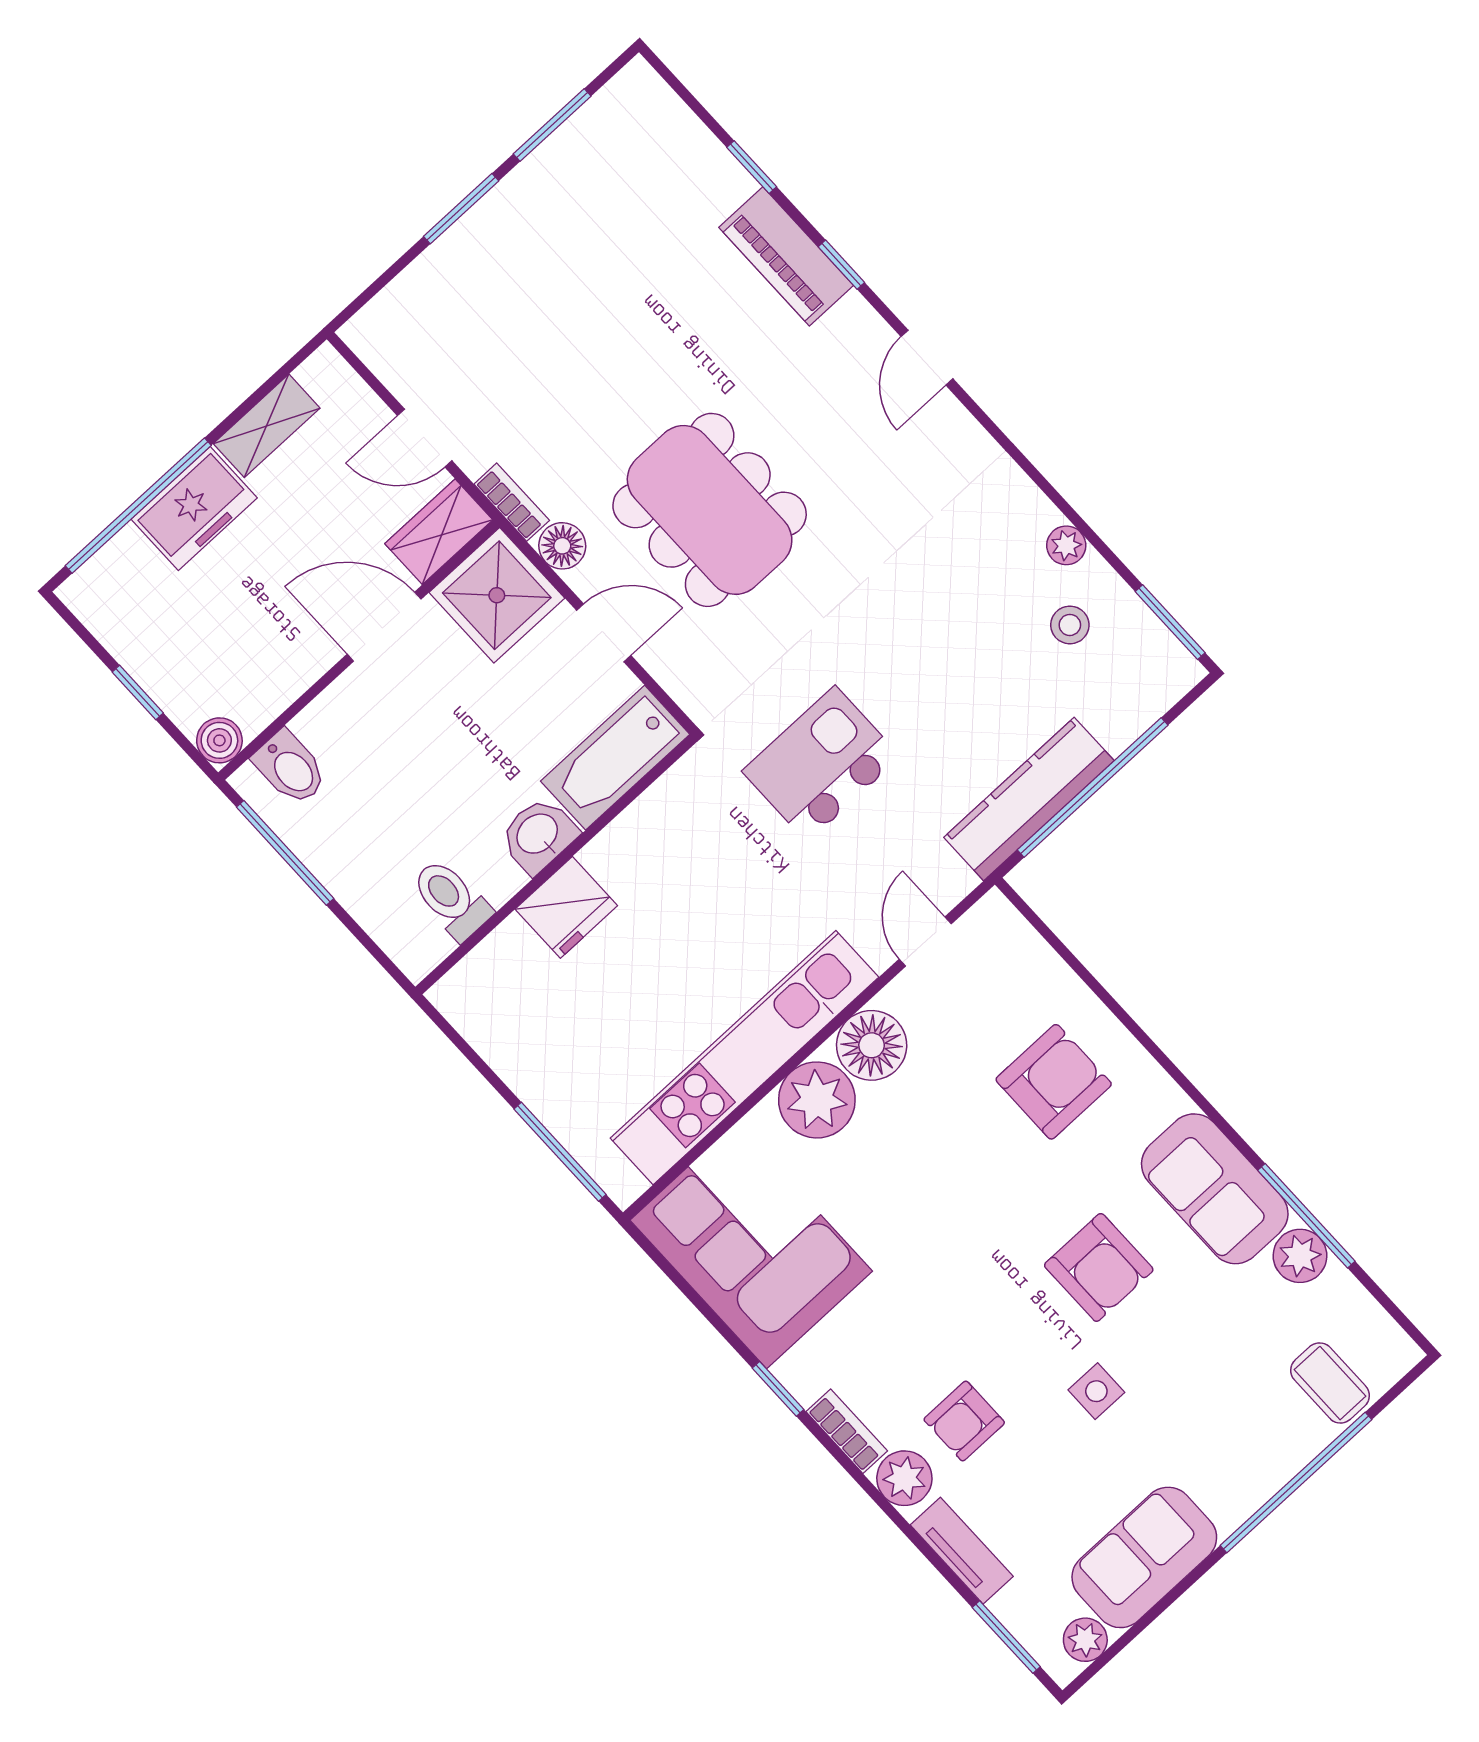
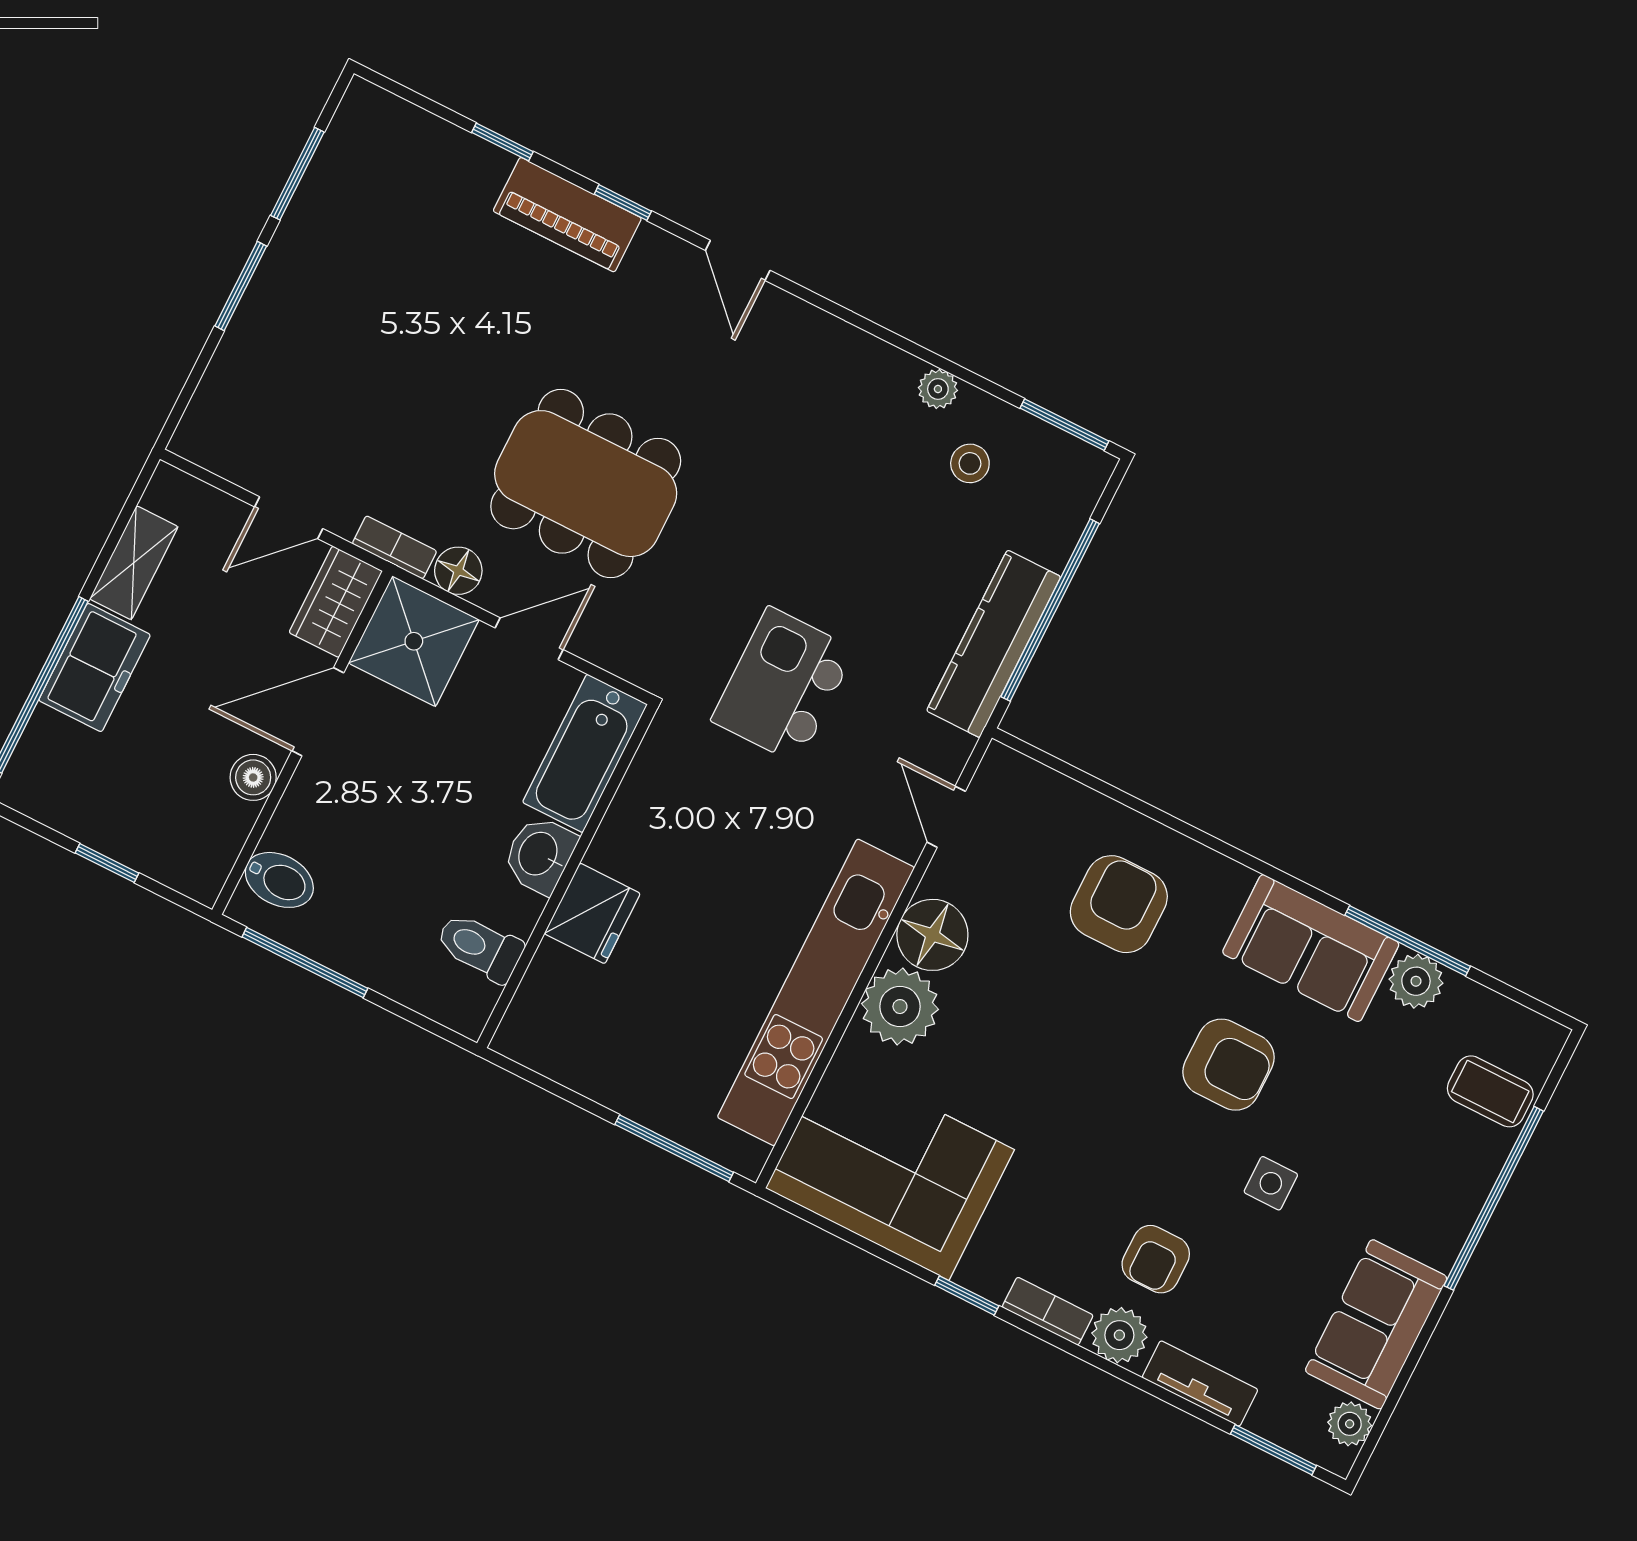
boiler: (219, 740) -> (253, 777), moved

